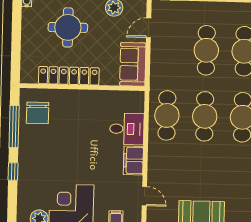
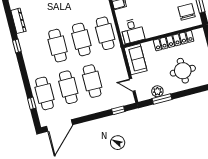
door: (149, 28) -> (132, 85), swing flipped
desk: (127, 129) -> (133, 31), moved, turned -90

